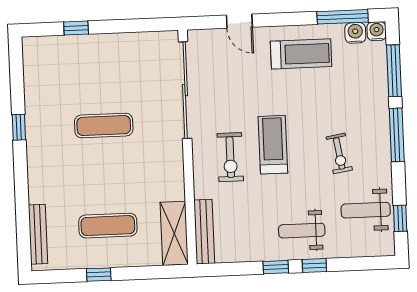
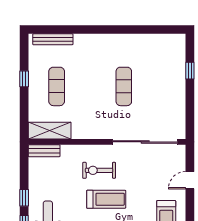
window: (19, 127) -> (125, 29), removed
bench: (204, 232) -> (44, 151), width x0.73

